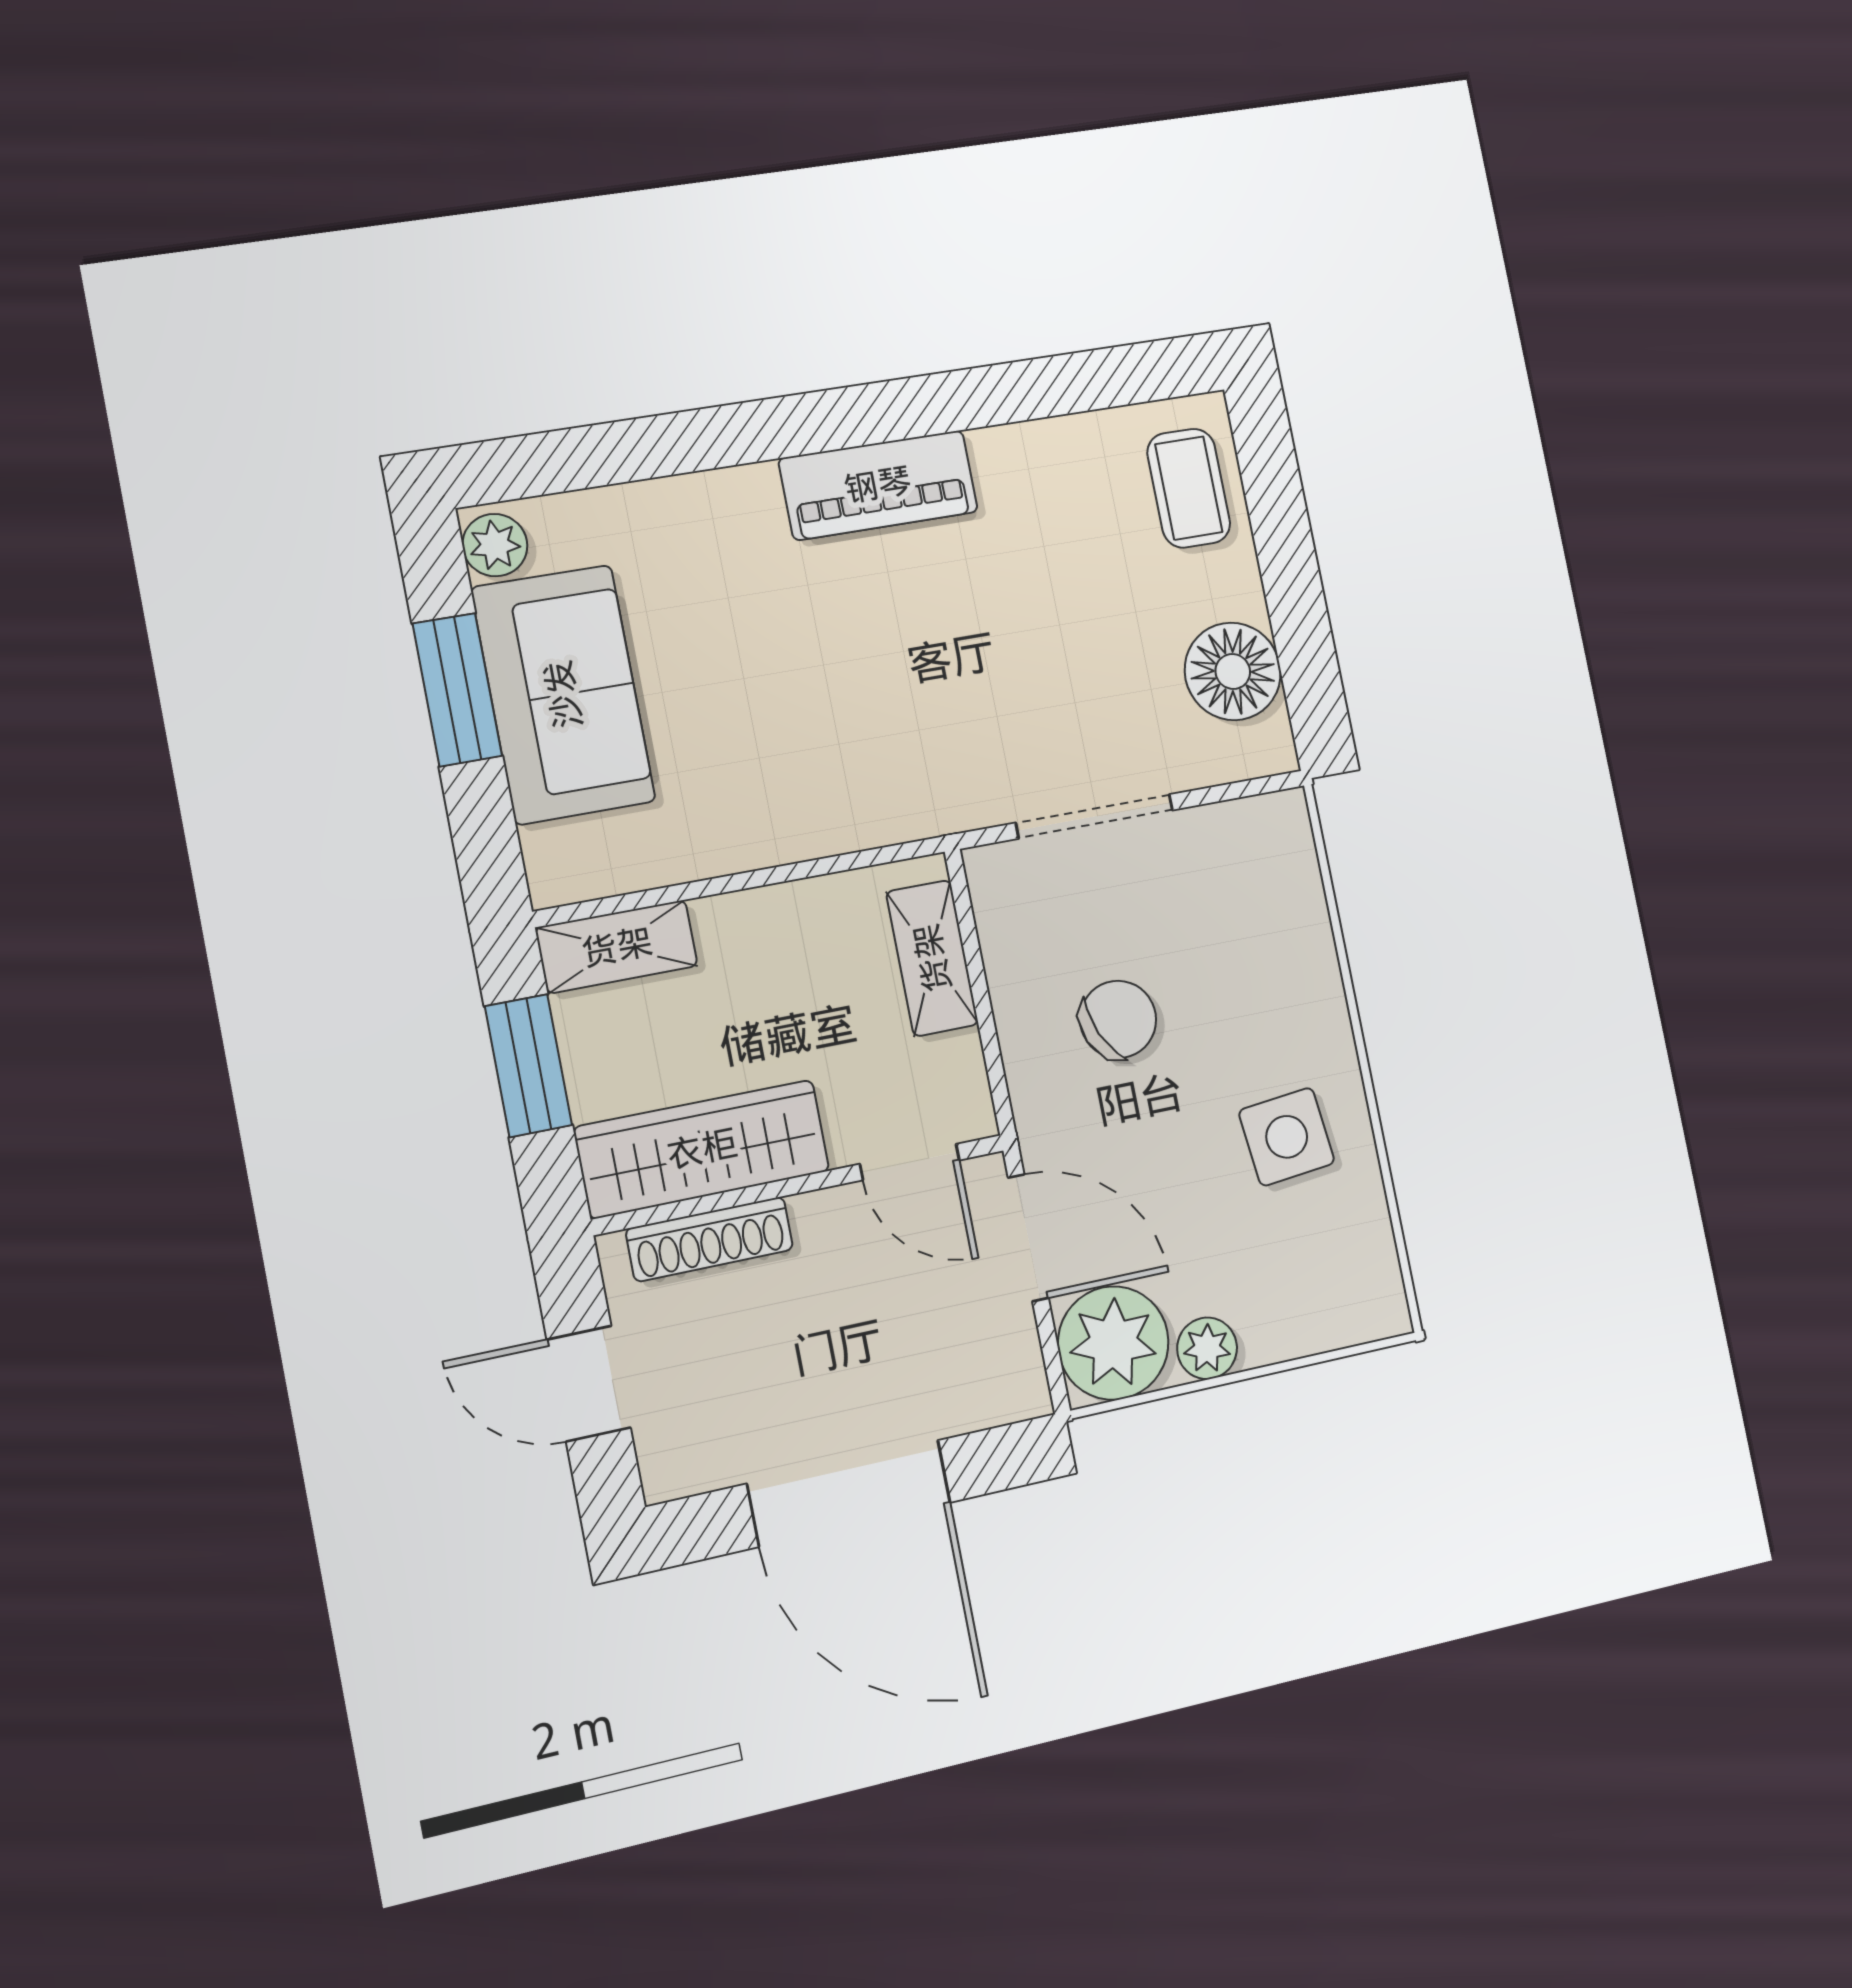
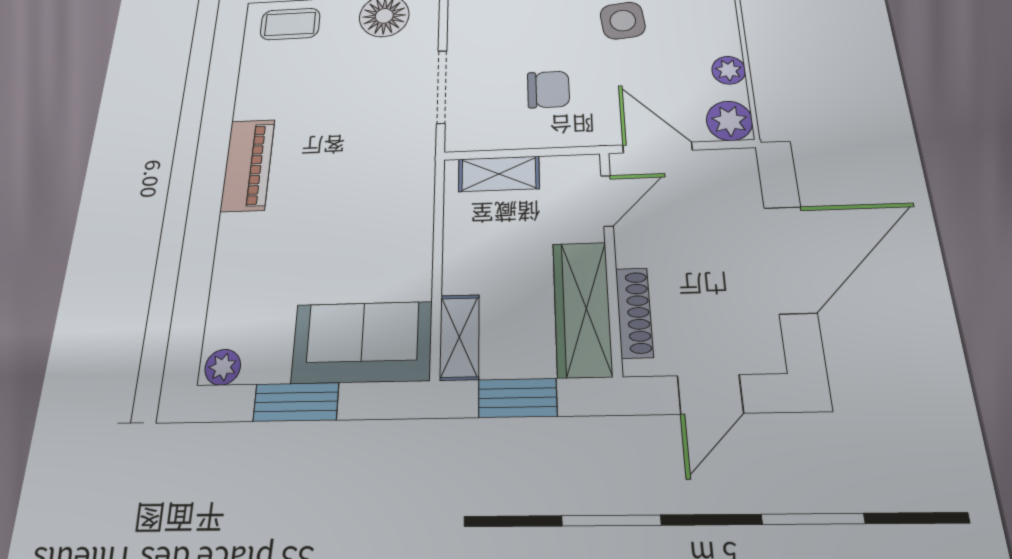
sofa: (563, 694) -> (362, 342), moved
chair: (1118, 1019) -> (548, 89), turned 114
door: (1028, 1238) -> (657, 148), hinge flipped
plant: (1113, 1343) -> (729, 121), width x0.73, depth x0.73

